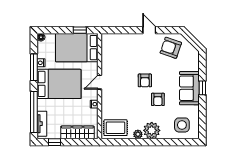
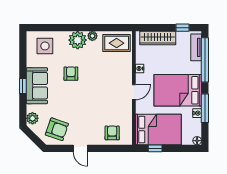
plant: (193, 58) -> (32, 118), added
armchair: (145, 80) -> (112, 133), moved

